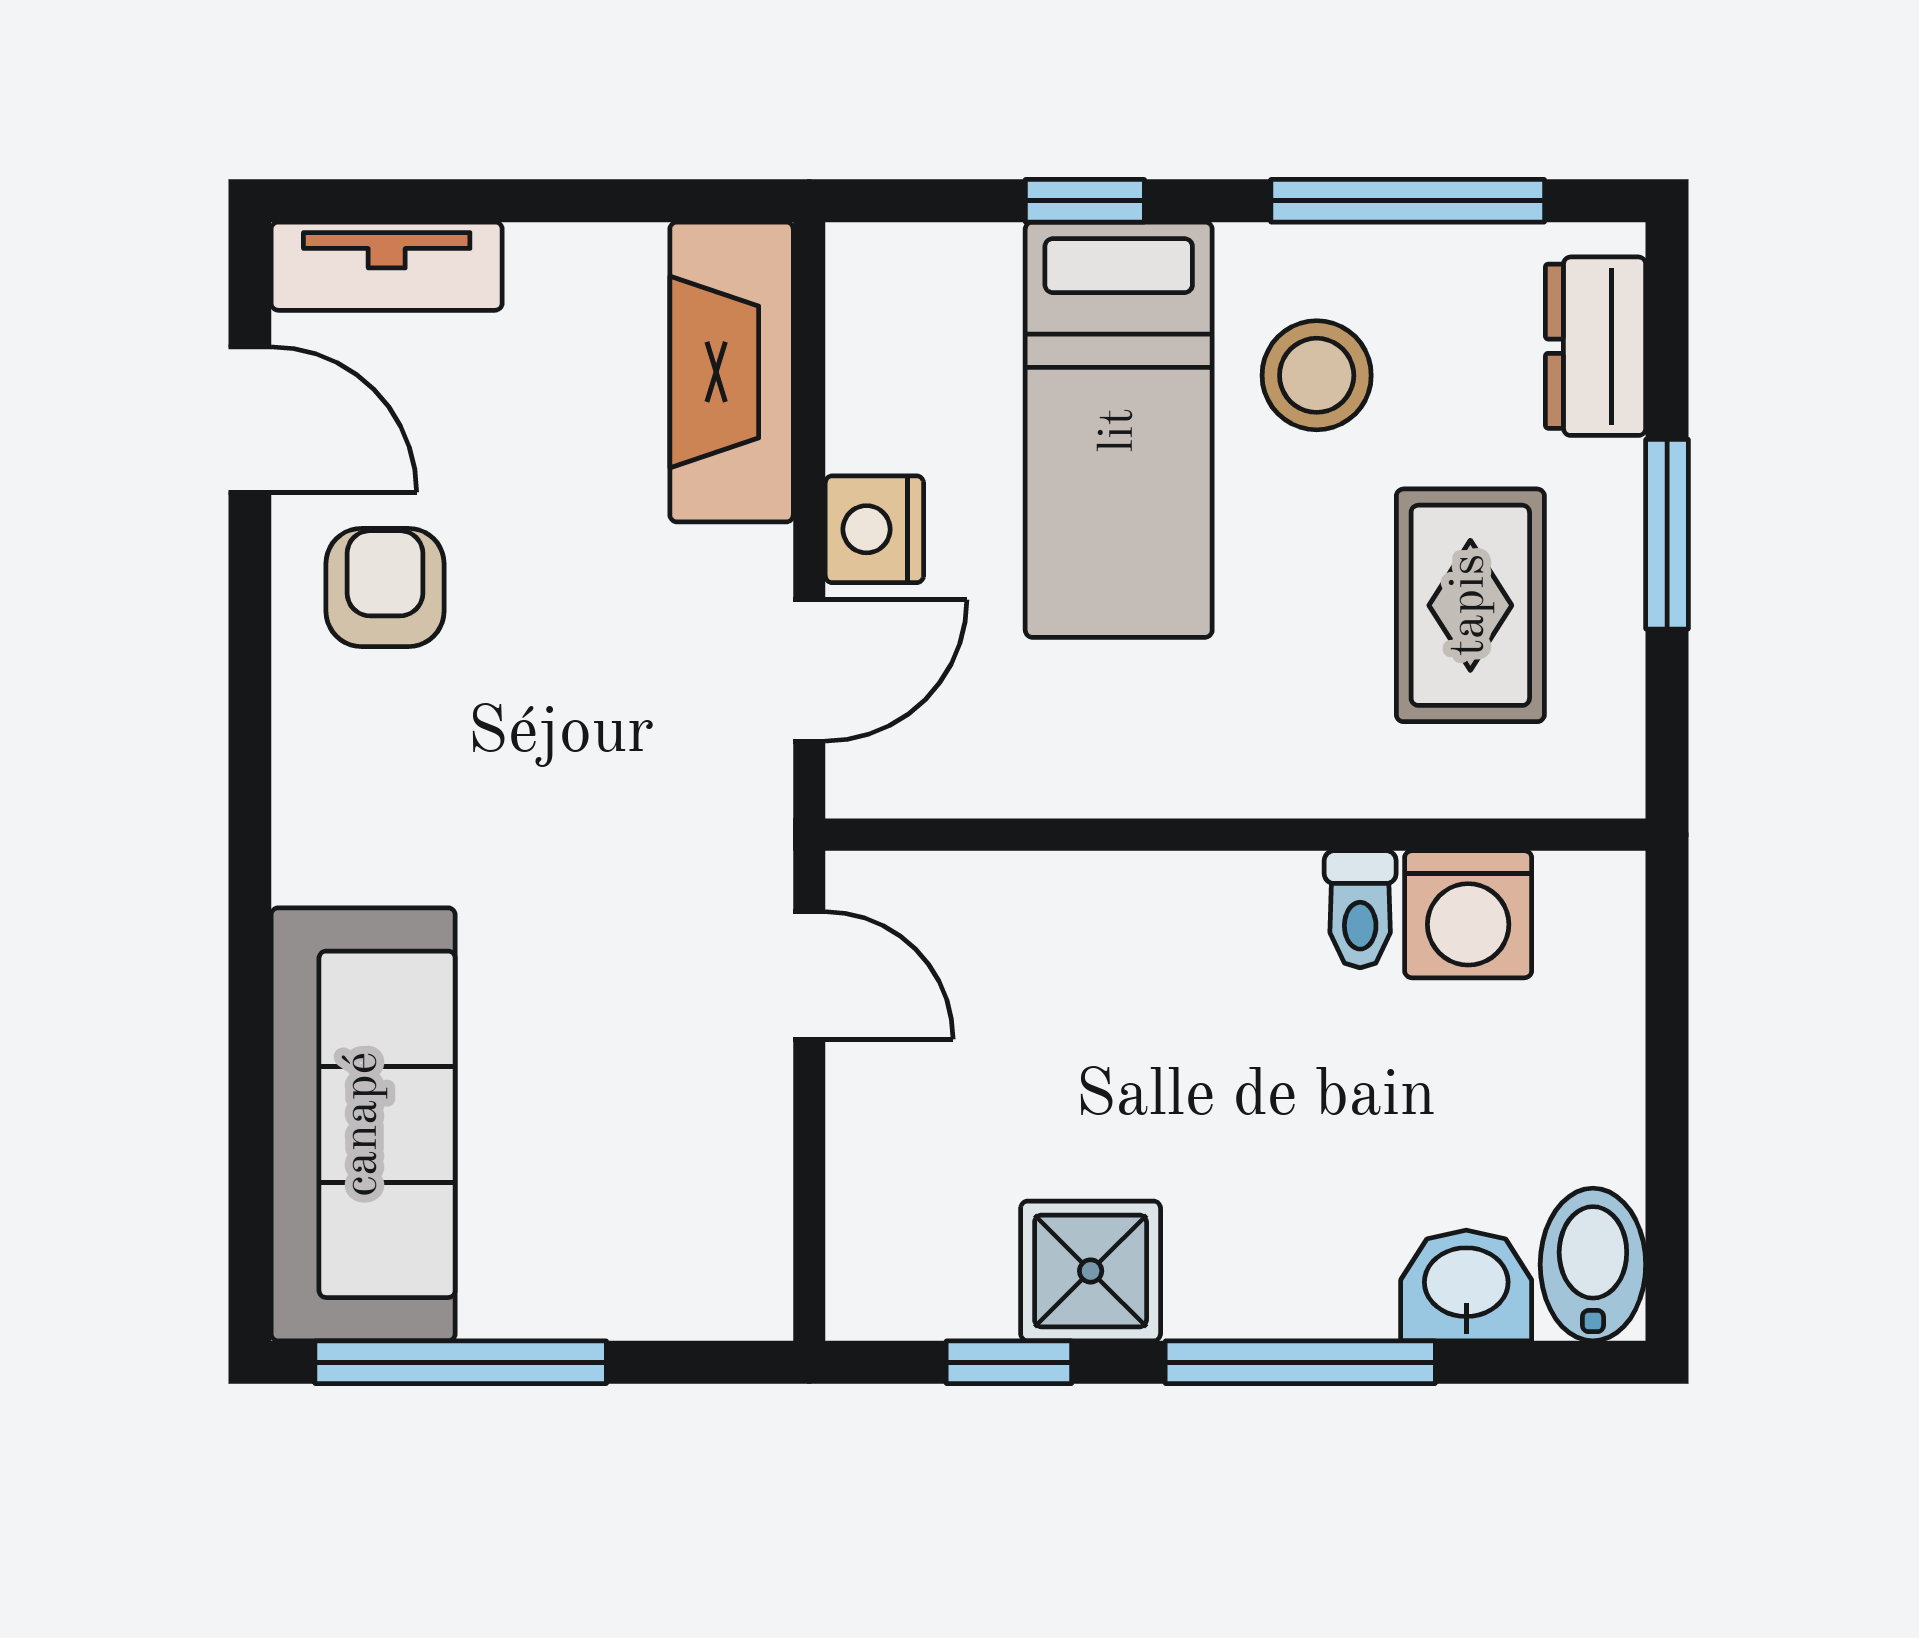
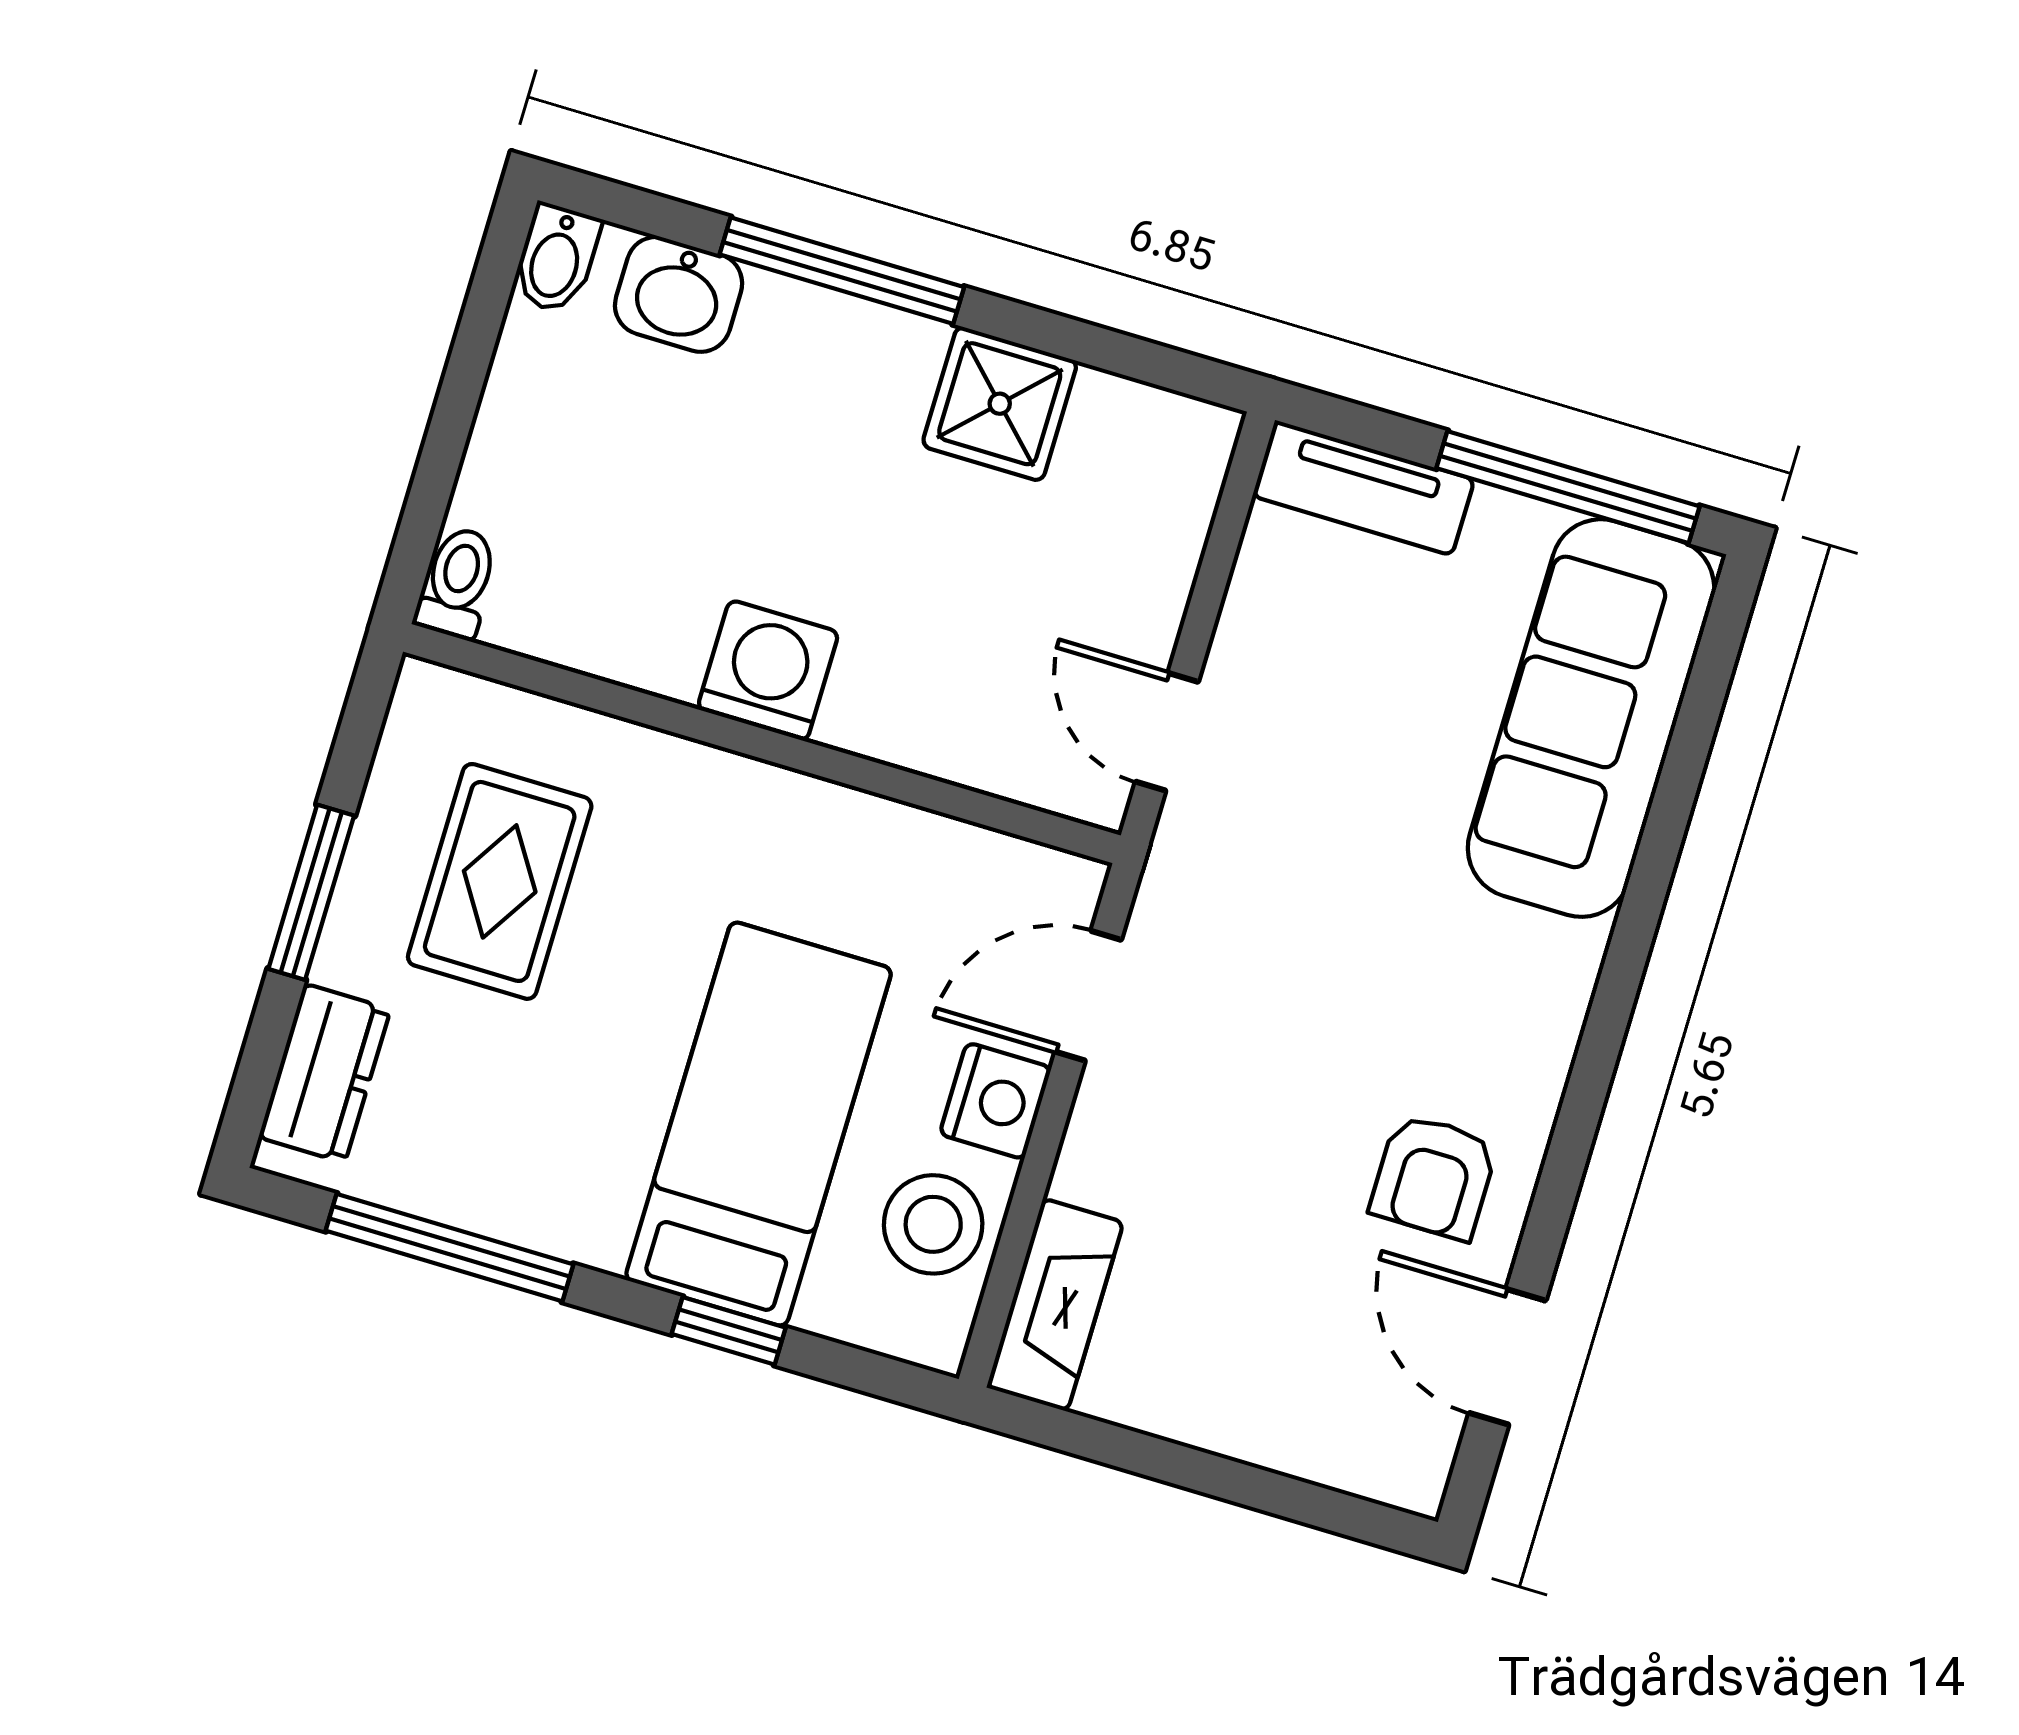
tv unit: (387, 266) -> (1363, 488), moved, turned 180
fireplace: (732, 372) -> (1055, 1305), width x0.73, depth x0.76
stool: (1317, 375) -> (933, 1224), moved
toilet: (1360, 909) -> (457, 583), moved
washing machine: (1468, 914) -> (768, 671), moved
bidet: (1593, 1265) -> (556, 258), width x0.72, depth x0.74
window: (1009, 1362) -> (1094, 346), removed

